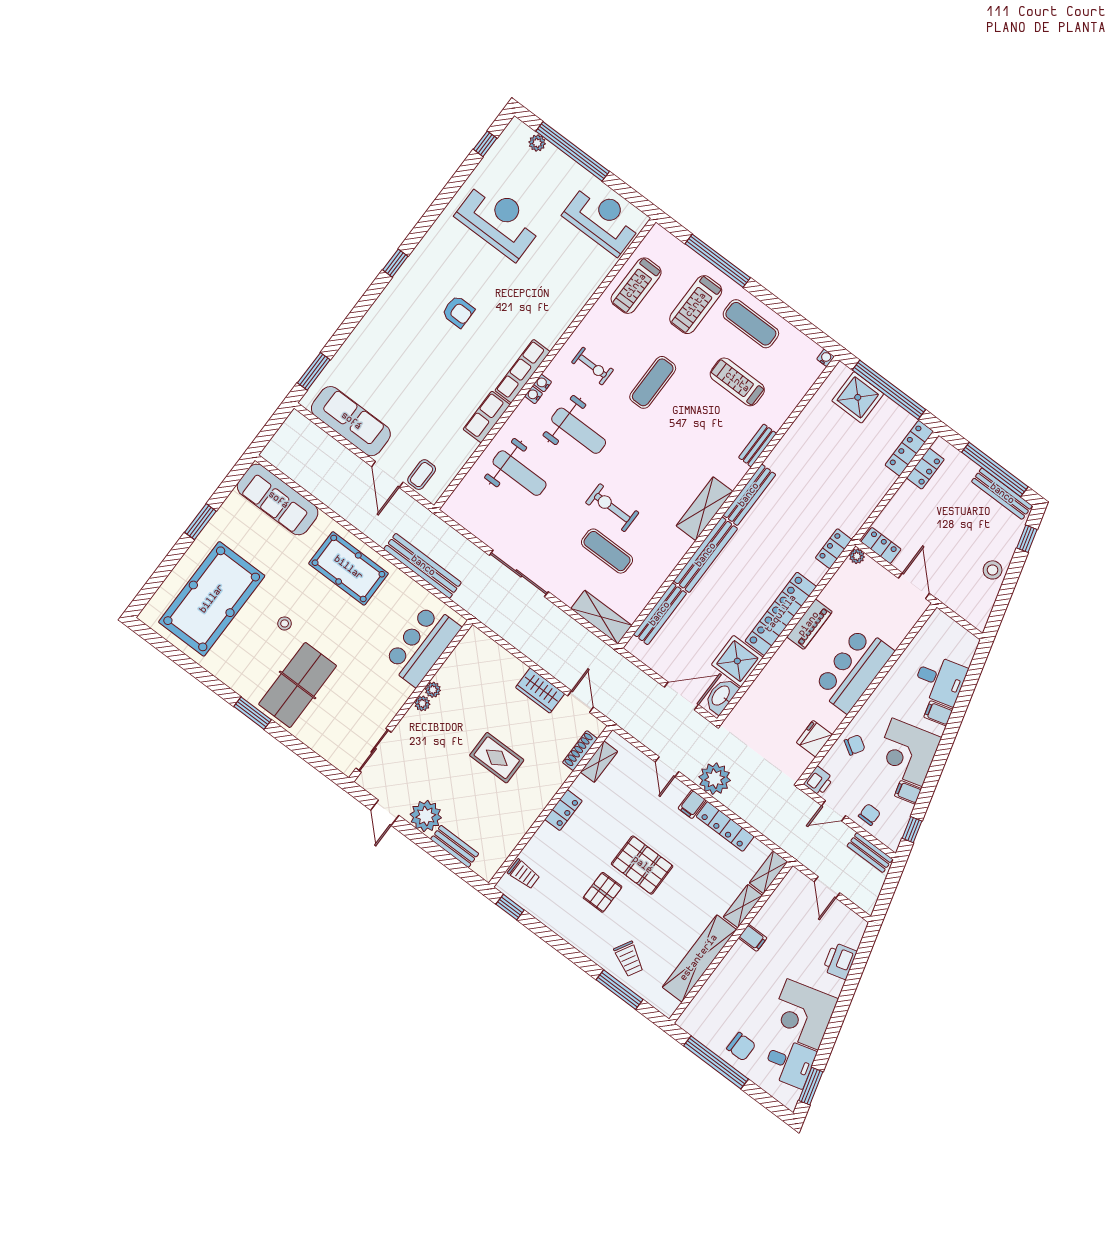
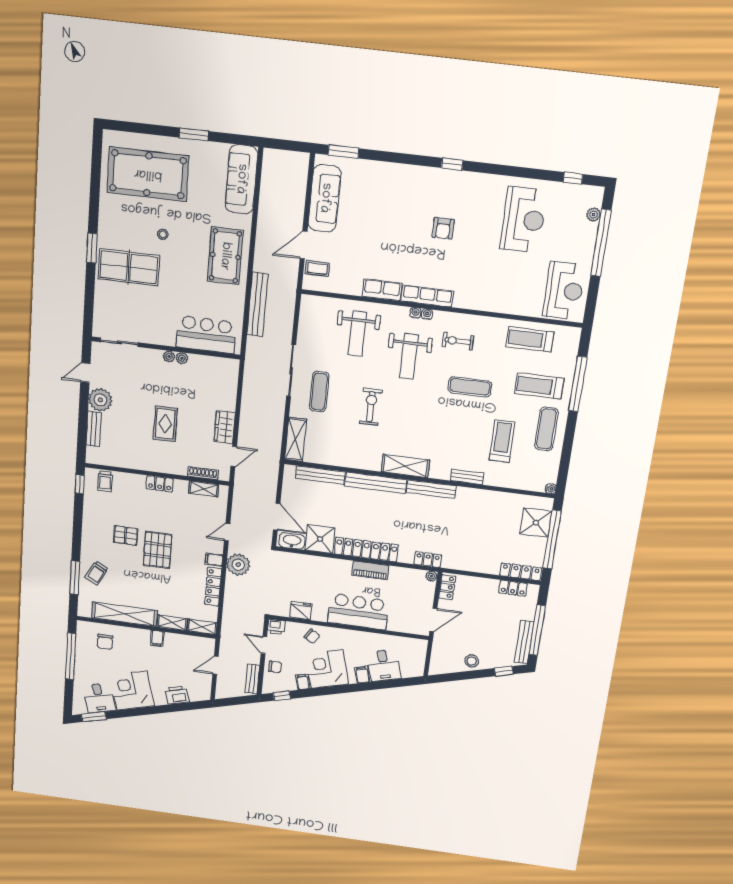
exercise bike: (593, 366) -> (458, 341), turned 90
exercise mat: (607, 551) -> (319, 392), moved
chair: (741, 1047) -> (105, 642), moved

